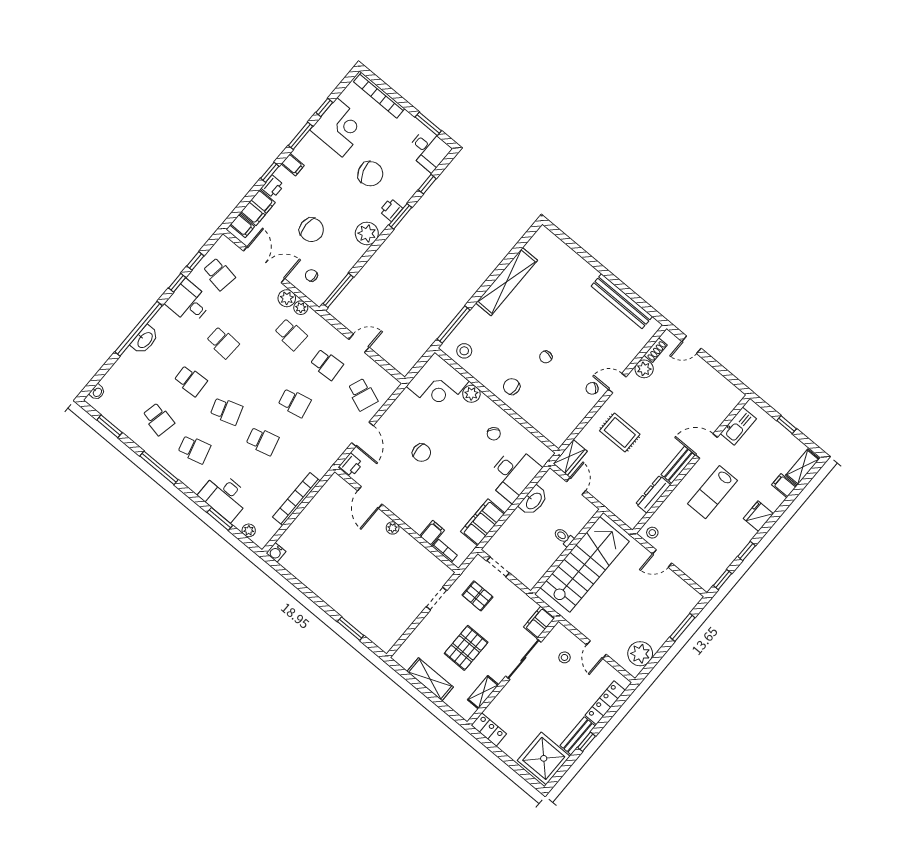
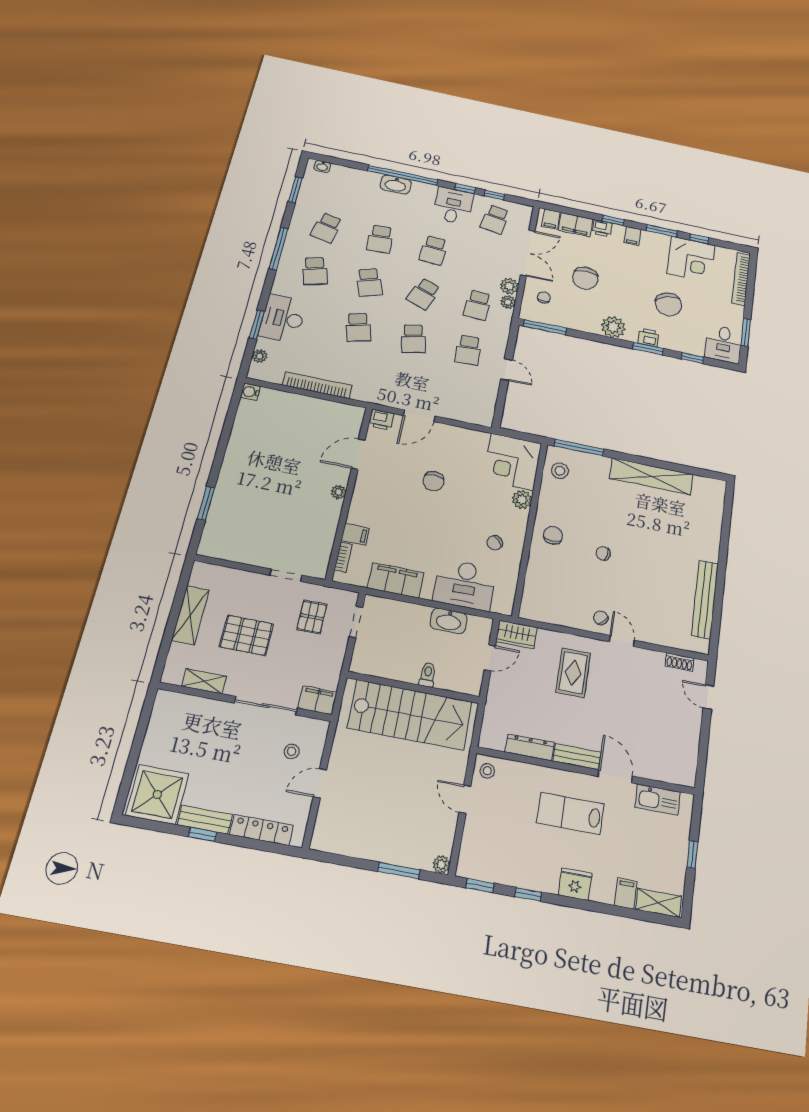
plant: (644, 369) -> (653, 661), removed
school desk: (363, 394) -> (424, 294), moved
plant: (640, 654) -> (441, 864), moved, width x0.53, depth x0.53
locker: (489, 730) -> (162, 711), removed

